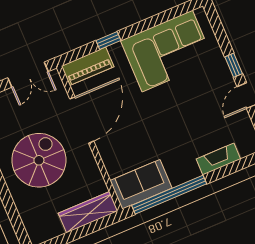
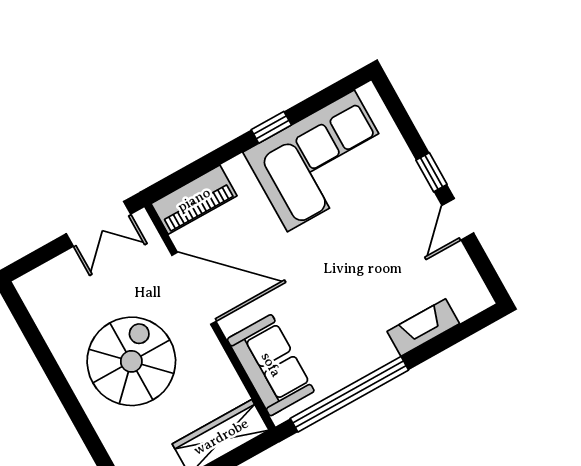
window: (108, 41) -> (271, 127), moved
door: (82, 120) -> (194, 288), hinge flipped
sofa: (141, 184) -> (271, 365), moved, turned 90

